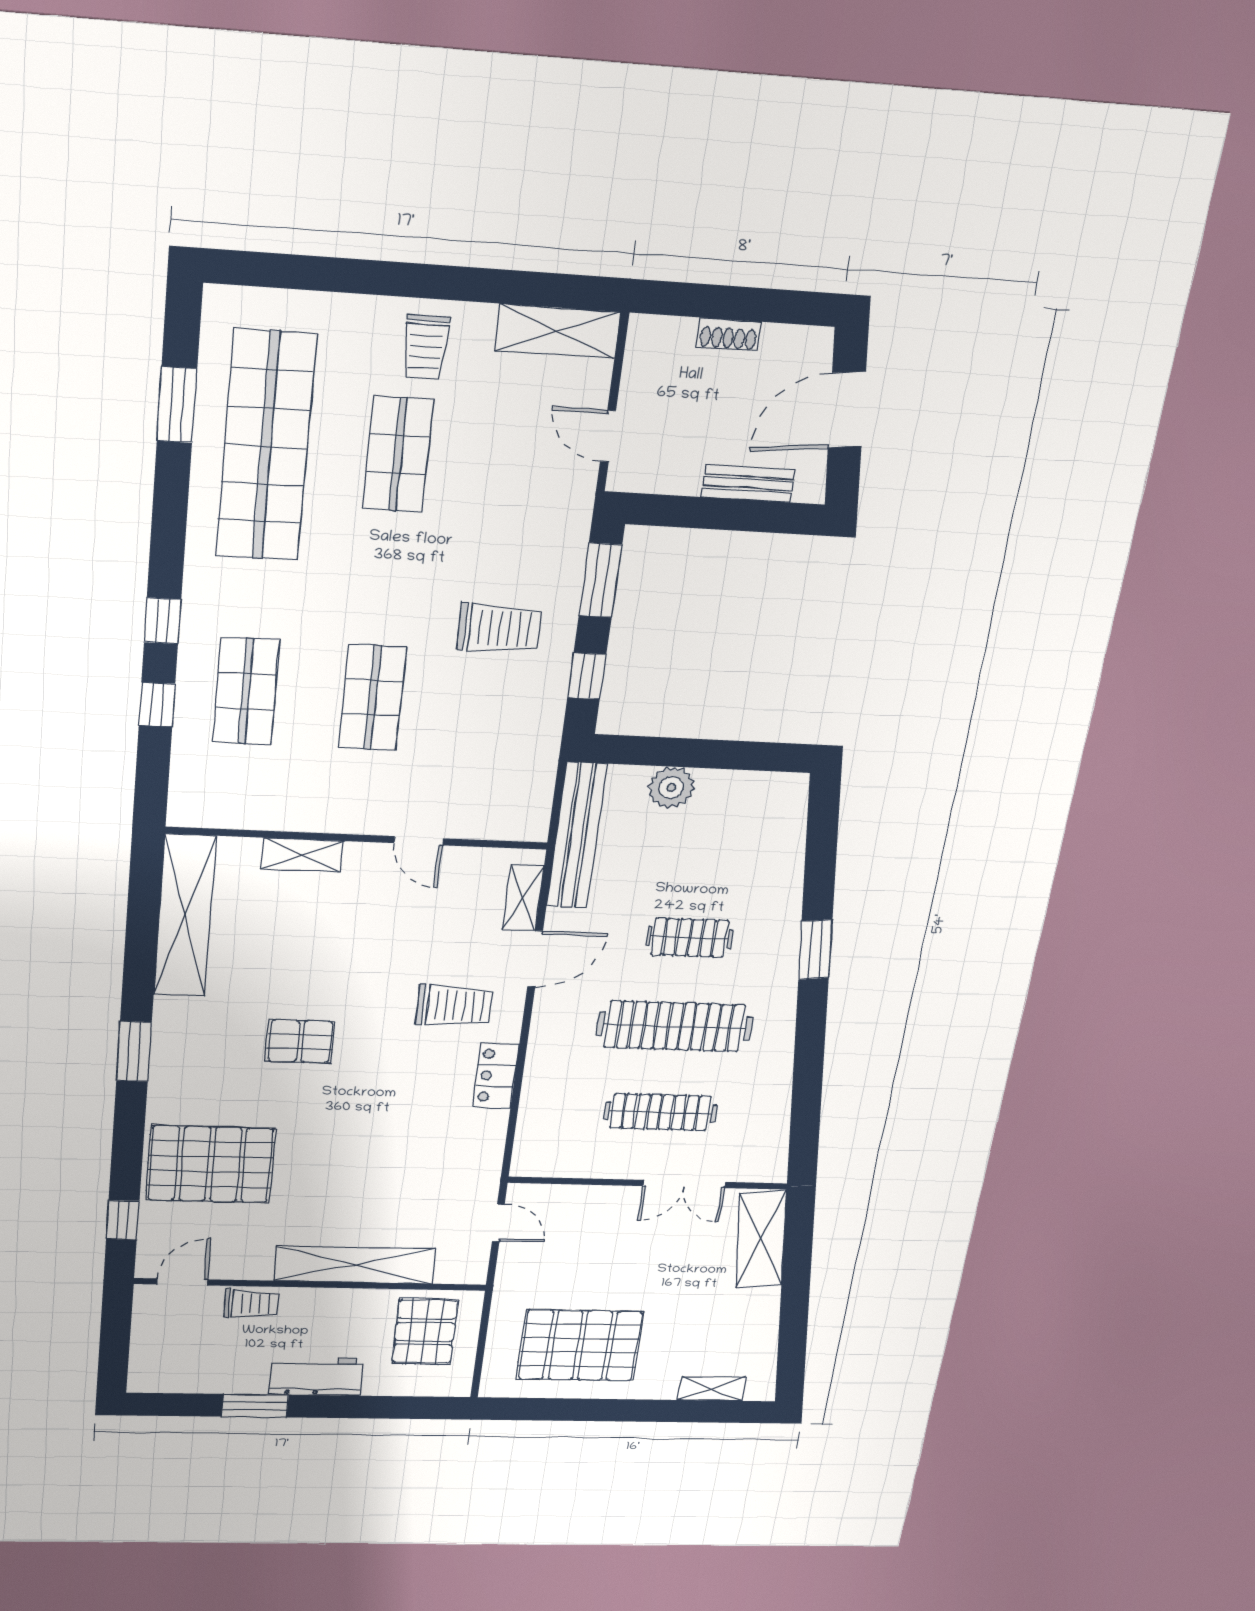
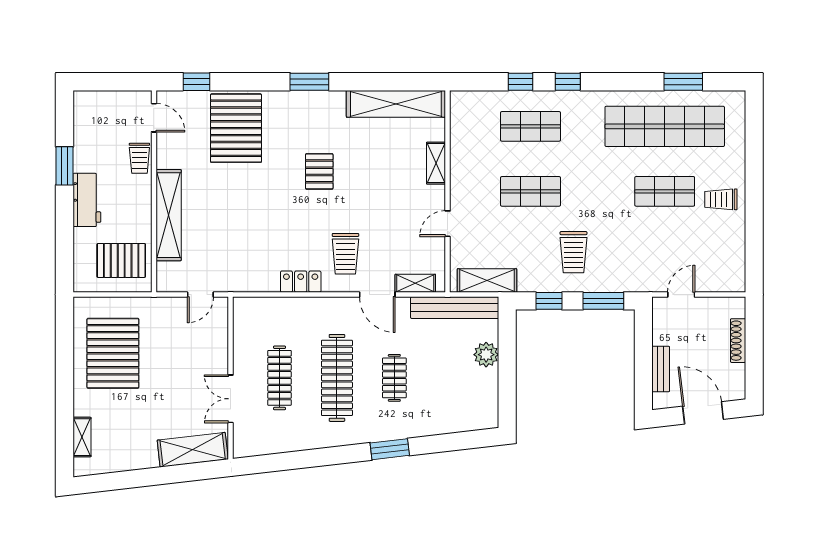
shelving: (558, 331) -> (487, 281), moved, turned 90
shoe rack: (729, 334) -> (738, 341), width x1.43

